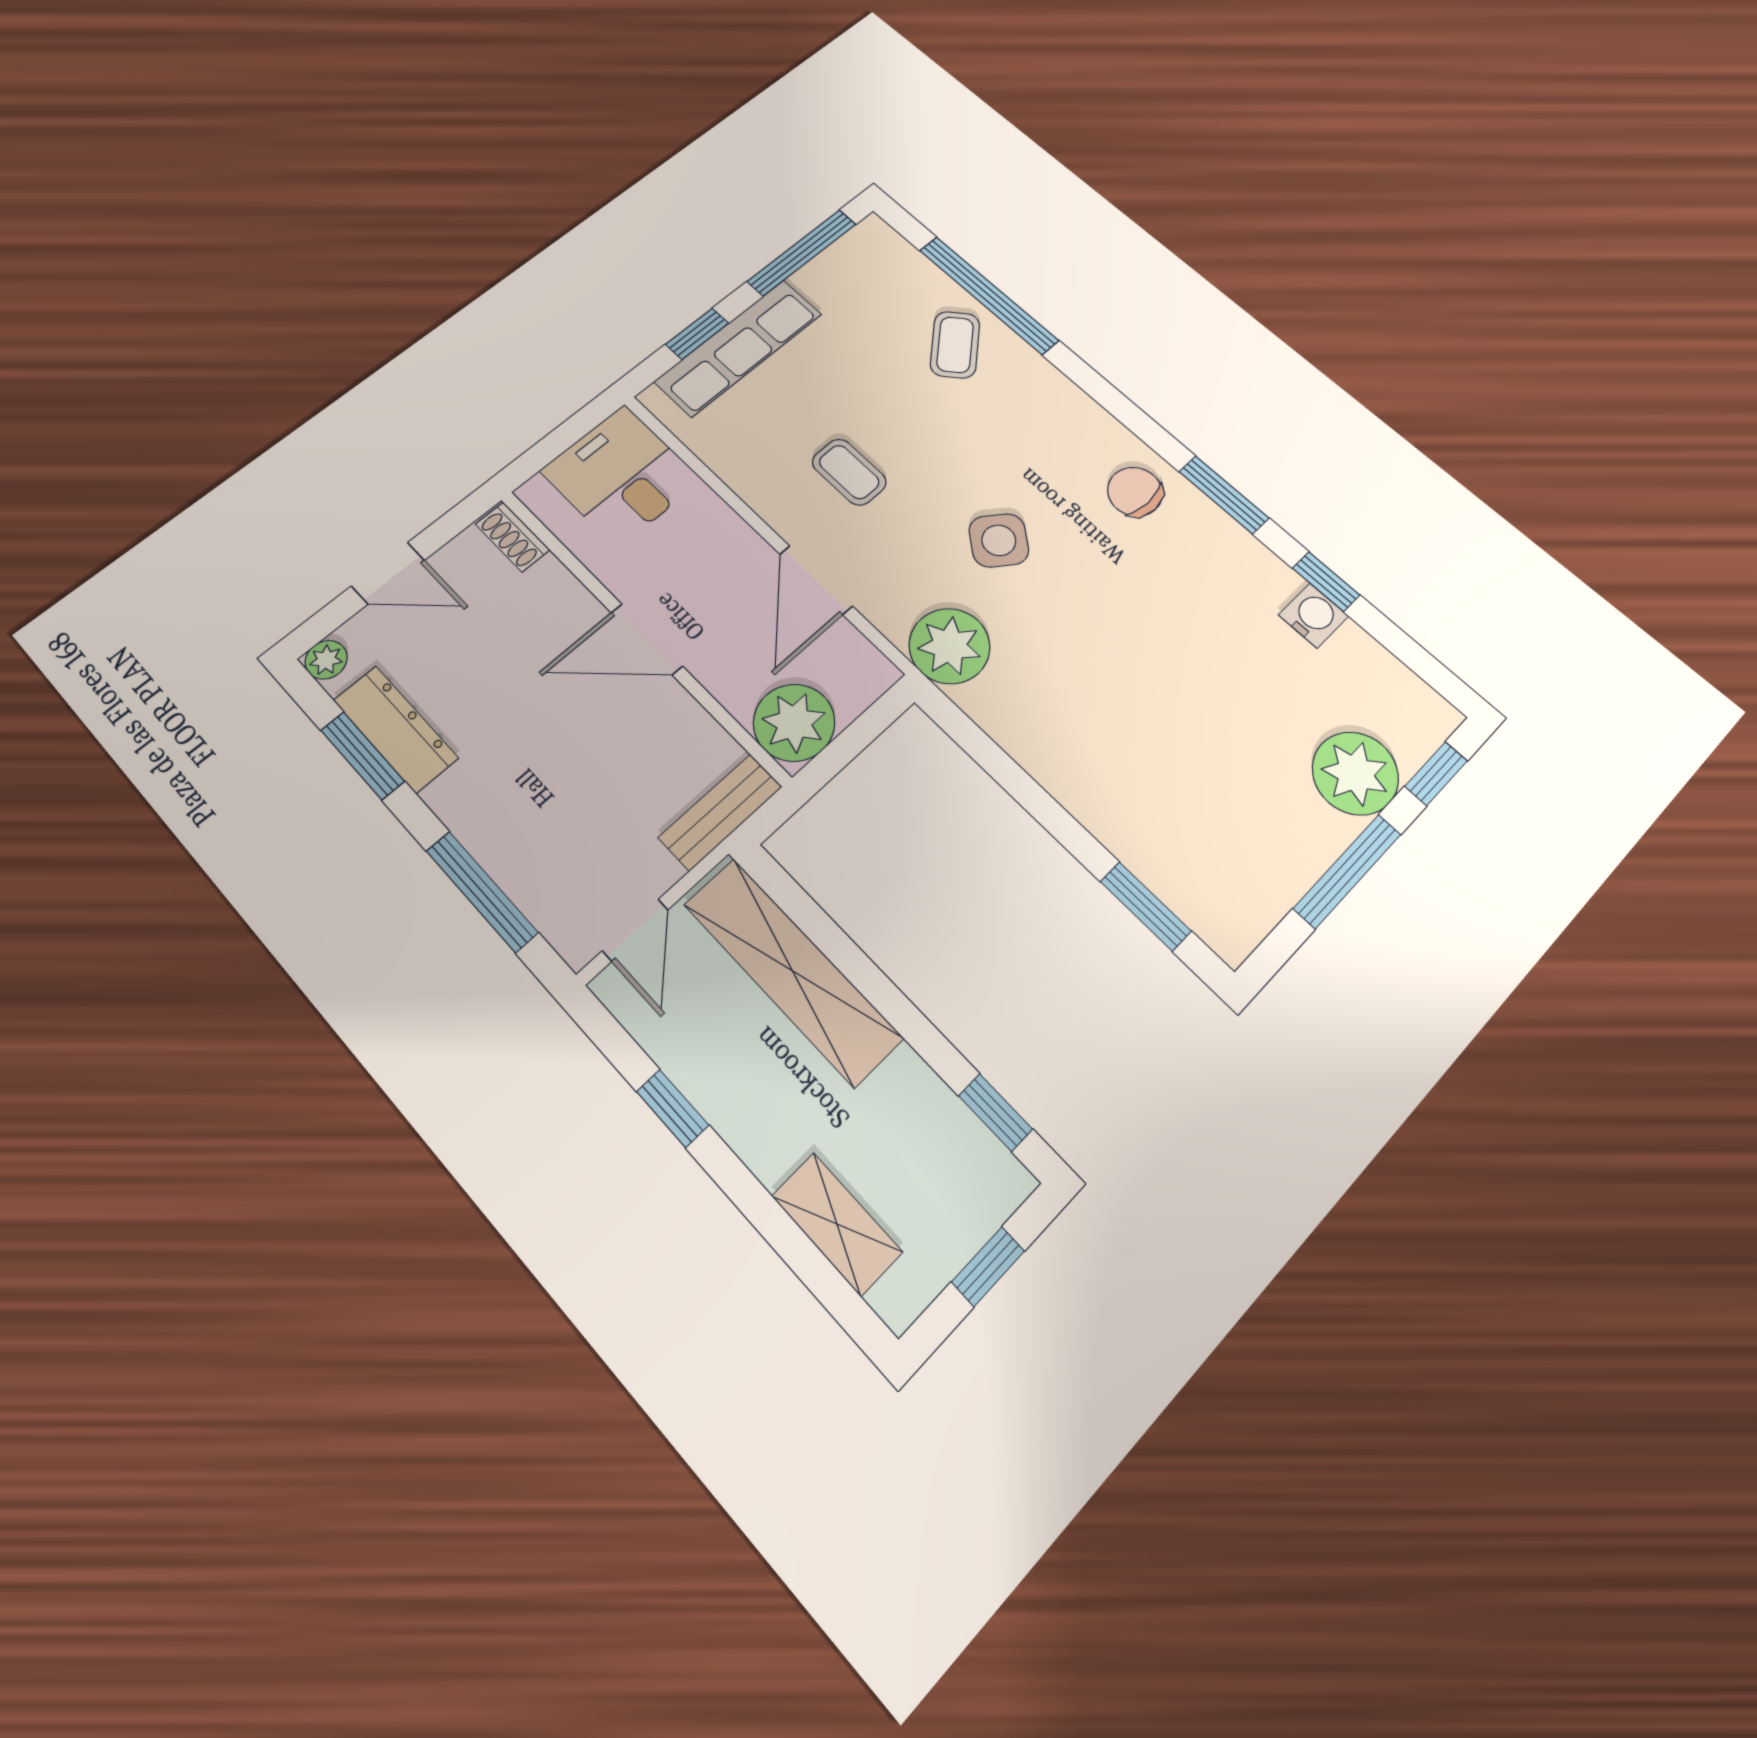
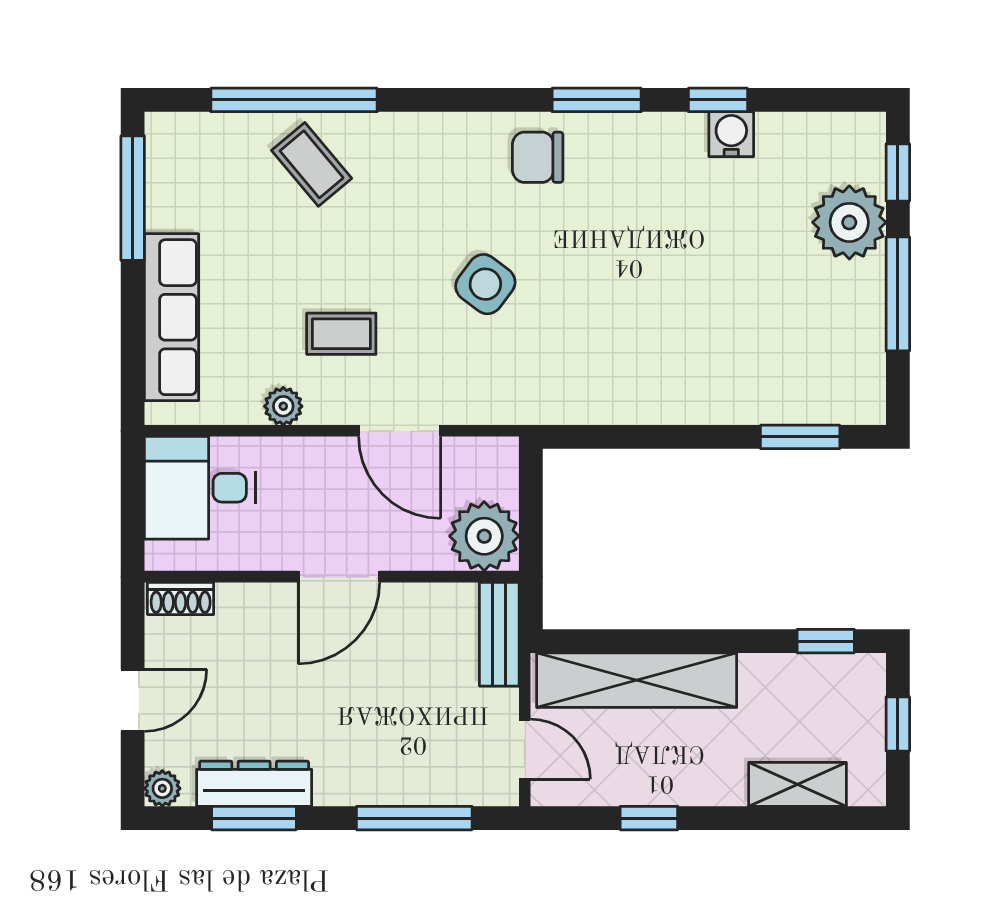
window: (697, 334) -> (133, 335), removed
plant: (949, 646) -> (283, 406), moved, width x0.53, depth x0.53

